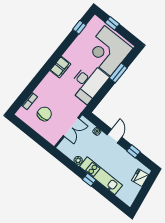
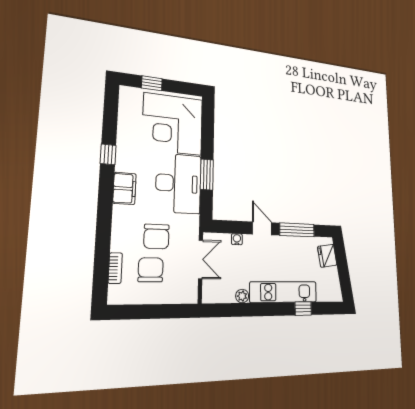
window: (79, 27) -> (108, 154), moved
window: (118, 73) -> (207, 175), moved
chair: (58, 101) -> (156, 237), added
window: (134, 151) -> (297, 230), width x2.17
window: (89, 180) -> (303, 309), moved

